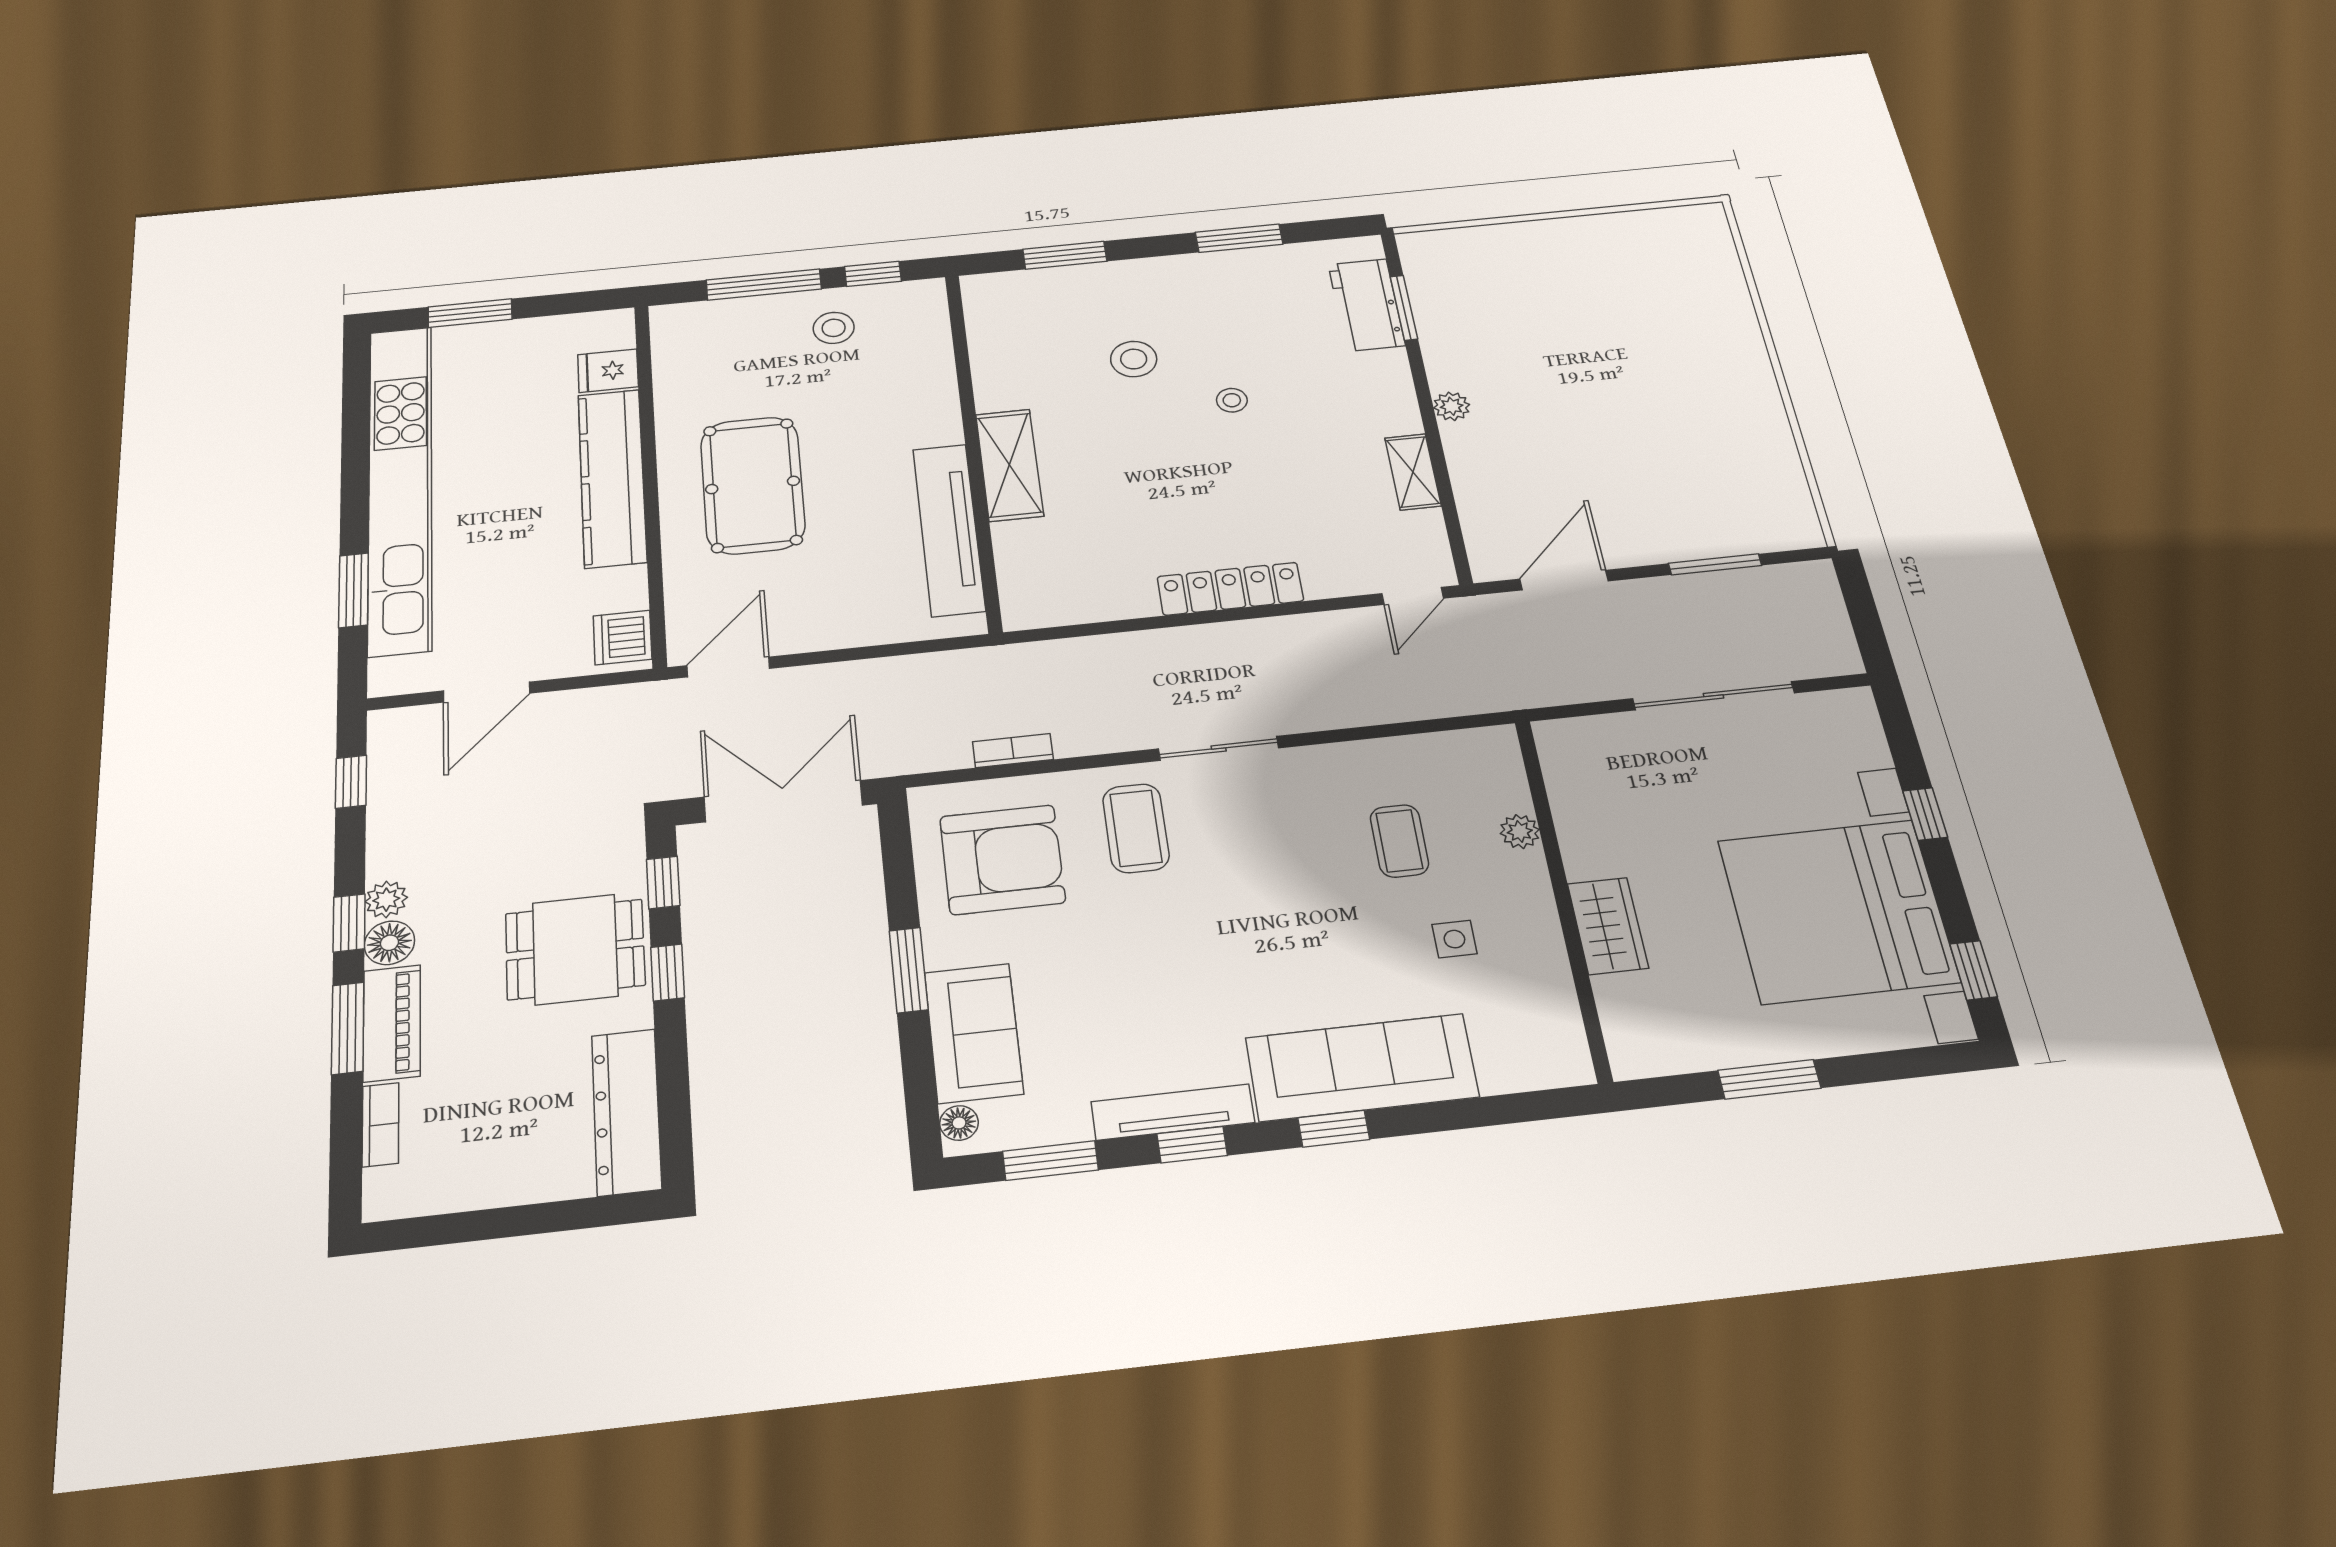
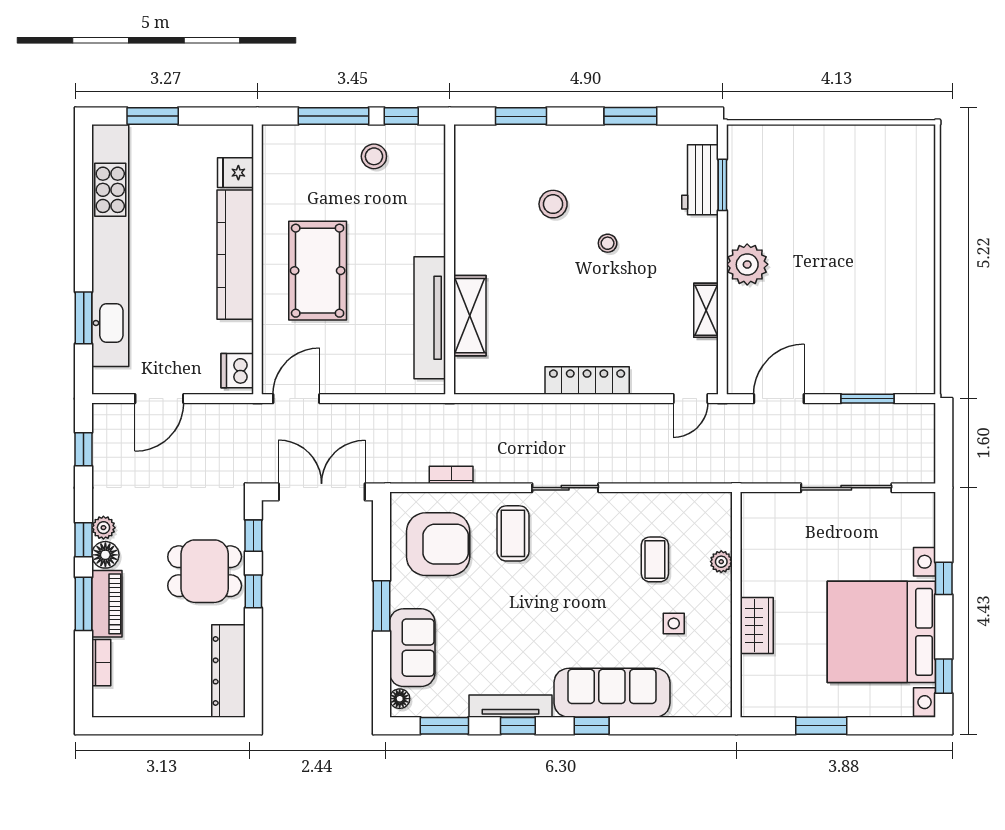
plant: (1452, 406) -> (747, 264), width x1.88, depth x1.88
shelving: (1009, 465) -> (470, 316), moved

